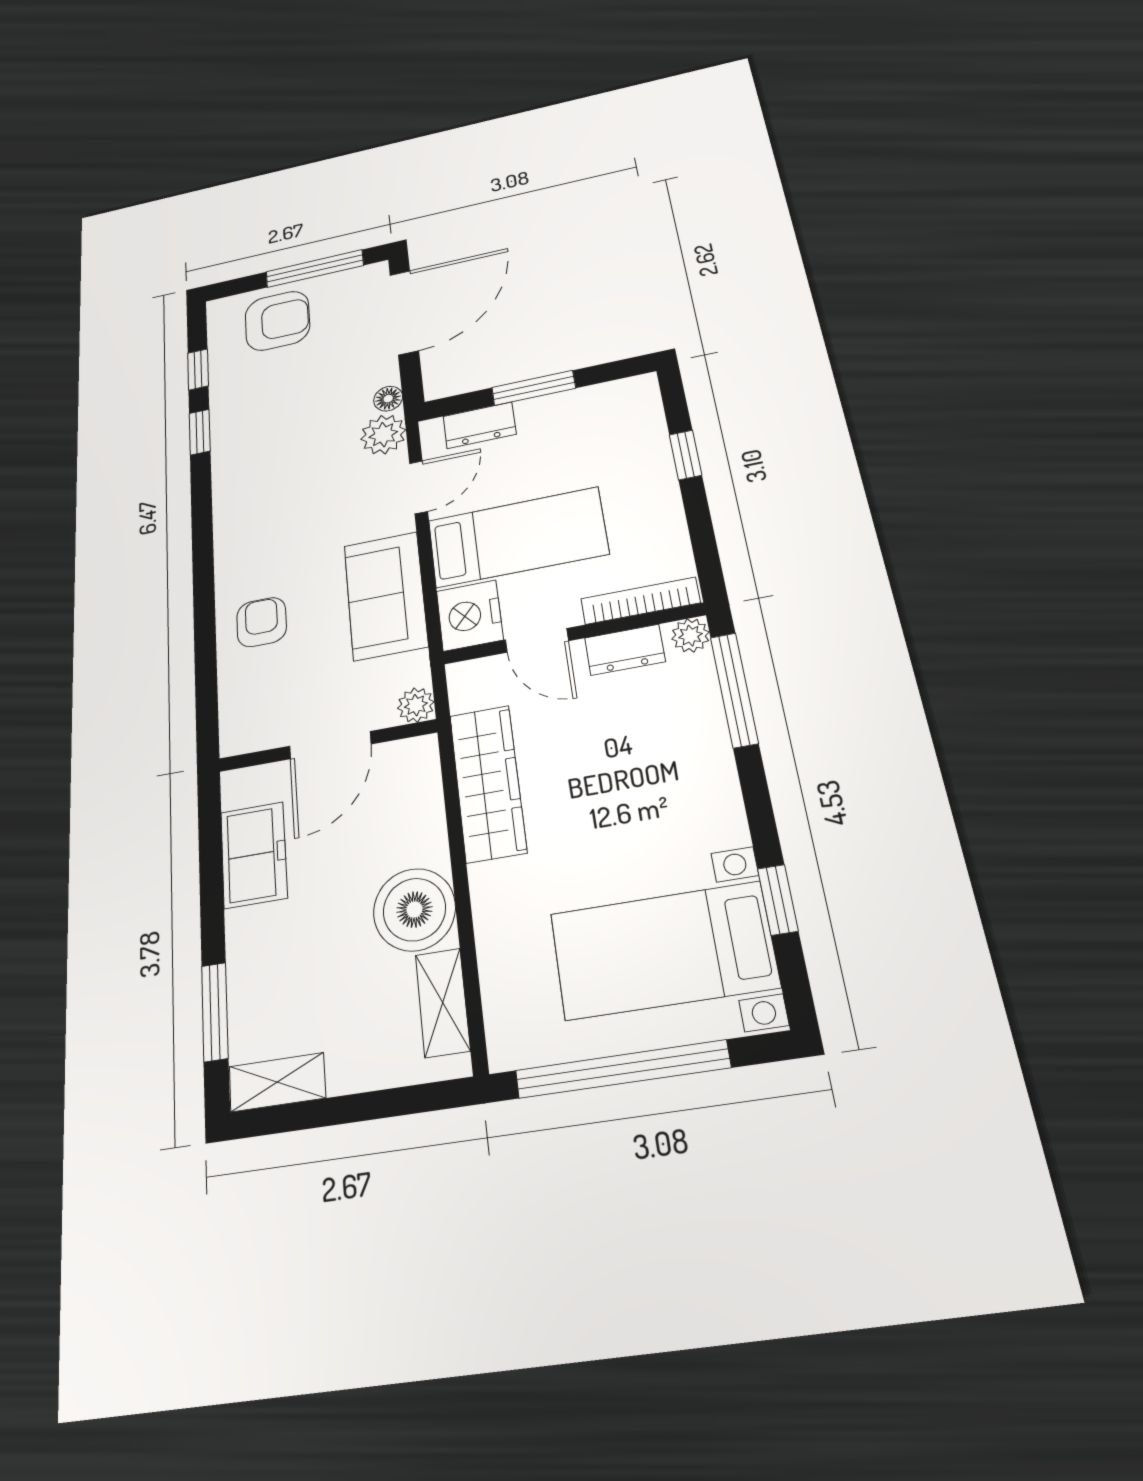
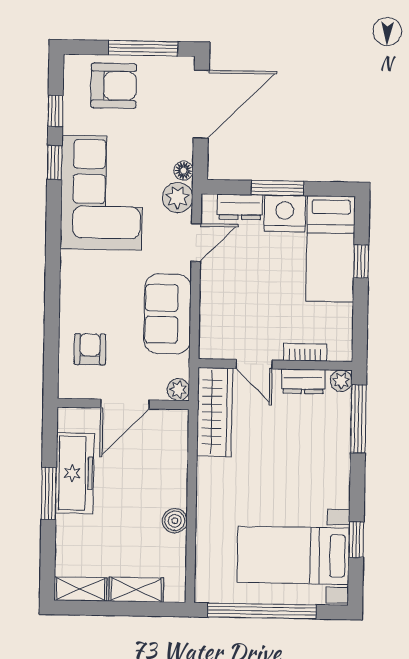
corner sofa: (270, 454) -> (102, 193), added
bed: (517, 537) -> (331, 249), moved, turned 90
bookcase: (640, 601) -> (305, 352), width x0.64
nightstand: (470, 615) -> (285, 213), moved, turned 90
armchair: (262, 622) -> (90, 349), moved
wardrobe: (488, 783) -> (215, 412), moved
freezer: (254, 855) -> (75, 473), width x1.40
boiler: (414, 910) -> (175, 521), width x0.54, depth x0.54
shelving: (443, 1002) -> (136, 590), moved, turned 90
window: (215, 1012) -> (49, 493), moved

